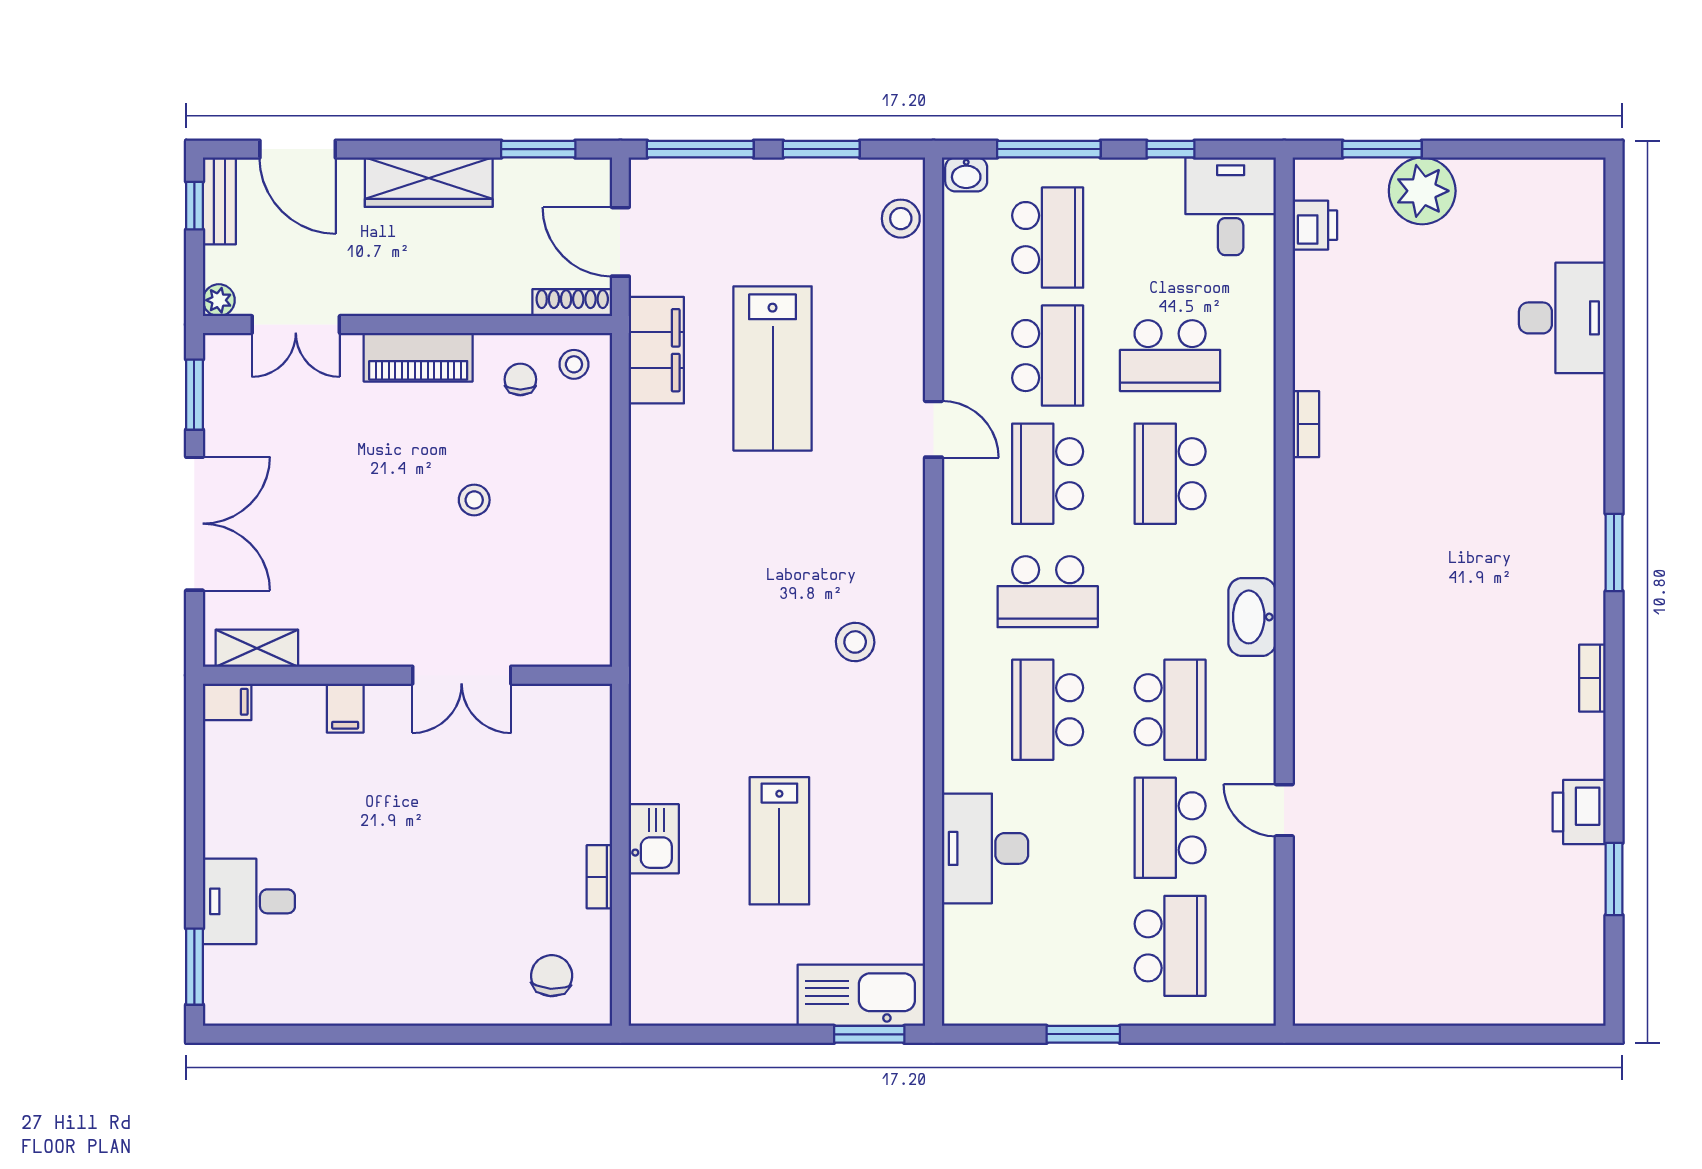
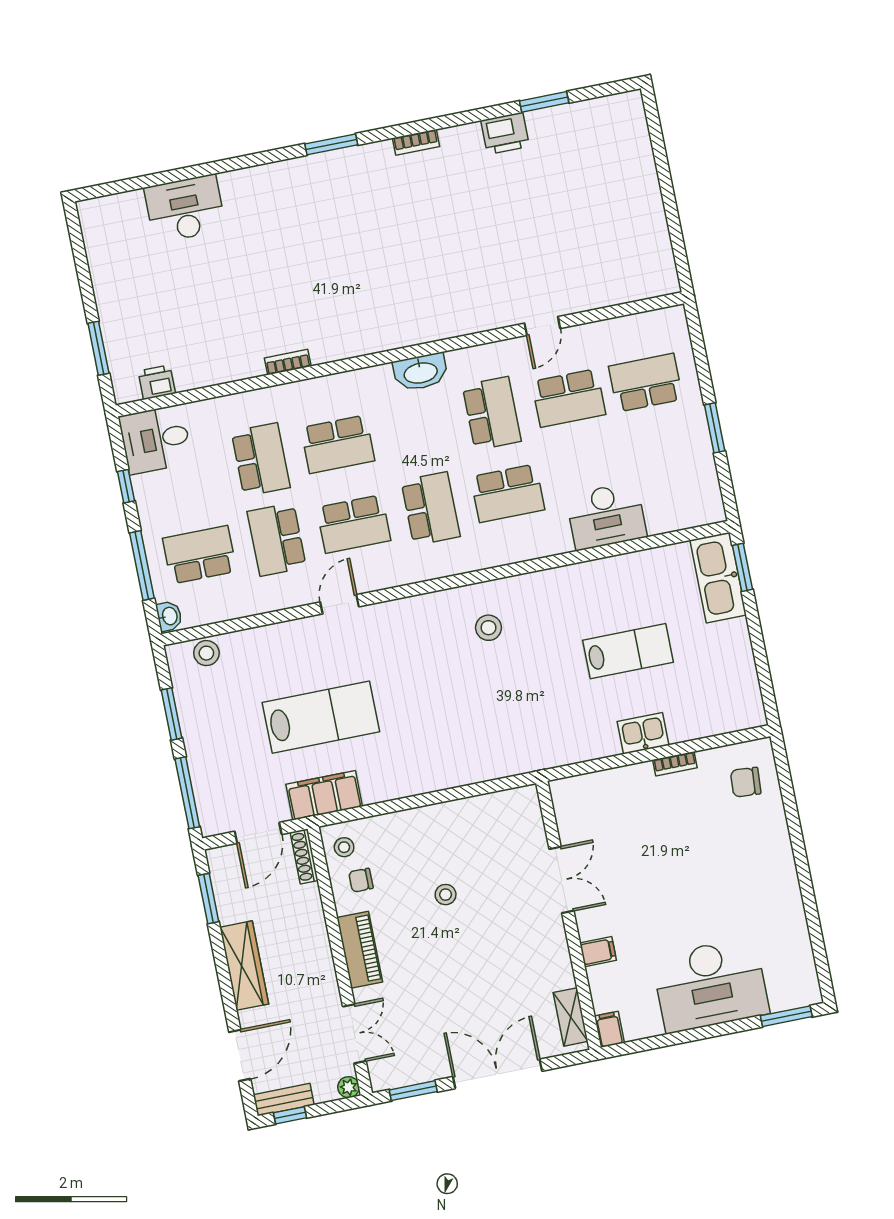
plant: (1422, 191) -> (120, 317), removed
school desk: (1048, 356) -> (277, 539), turned -90
school desk: (1170, 710) -> (492, 413), turned 90
desk: (249, 901) -> (711, 985), width x1.87, depth x1.30

